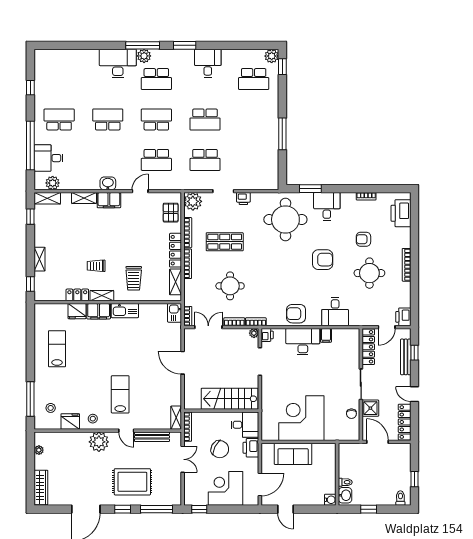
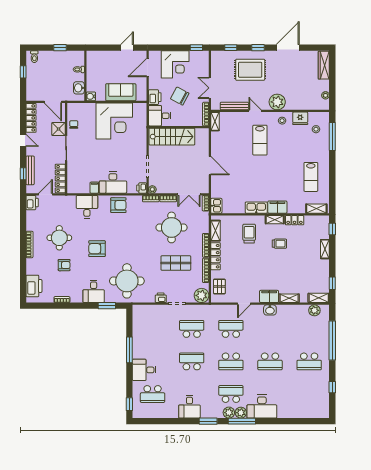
plant: (272, 56) -> (229, 413), moved
school desk: (254, 79) -> (153, 394), turned 180
desk: (49, 158) -> (144, 370), moved, turned 180
round table: (230, 286) -> (172, 227), width x1.36, depth x1.36
shelving: (50, 309) -> (316, 209), added
fridge: (77, 311) -> (295, 207), removed
washbasin: (345, 495) -> (79, 88), moved
water cooler: (330, 500) -> (91, 96), moved
window: (156, 509) -> (231, 48), width x0.46
door: (285, 509) -> (127, 48), hinge flipped

